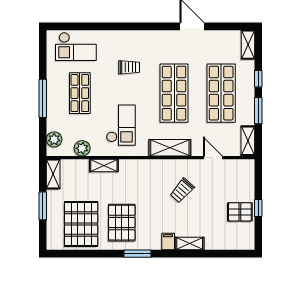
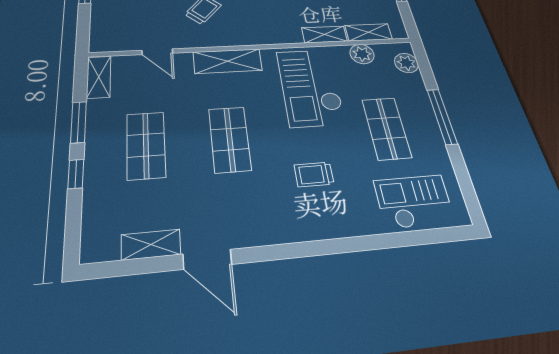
shelving: (248, 45) -> (151, 245), moved, turned 90
shop shelf: (174, 93) -> (230, 139), width x0.70, depth x0.74
shop shelf: (221, 93) -> (146, 145), width x0.70, depth x0.74
checkout: (121, 125) -> (310, 87), width x1.36, depth x1.21
shelving: (53, 174) -> (369, 32), moved, turned 90

